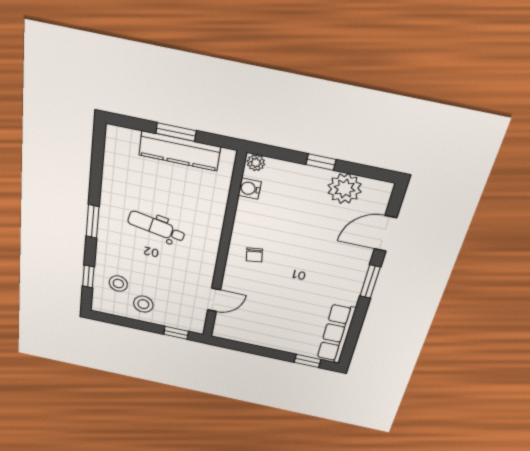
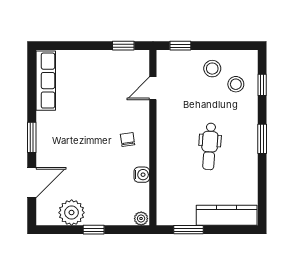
window: (176, 132) -> (189, 230), moved
kitchen counter: (180, 151) -> (227, 215), moved
water cooler: (250, 189) -> (142, 175), moved
dental chair: (156, 227) -> (210, 146), turned 83
window: (307, 361) -> (123, 46), moved

